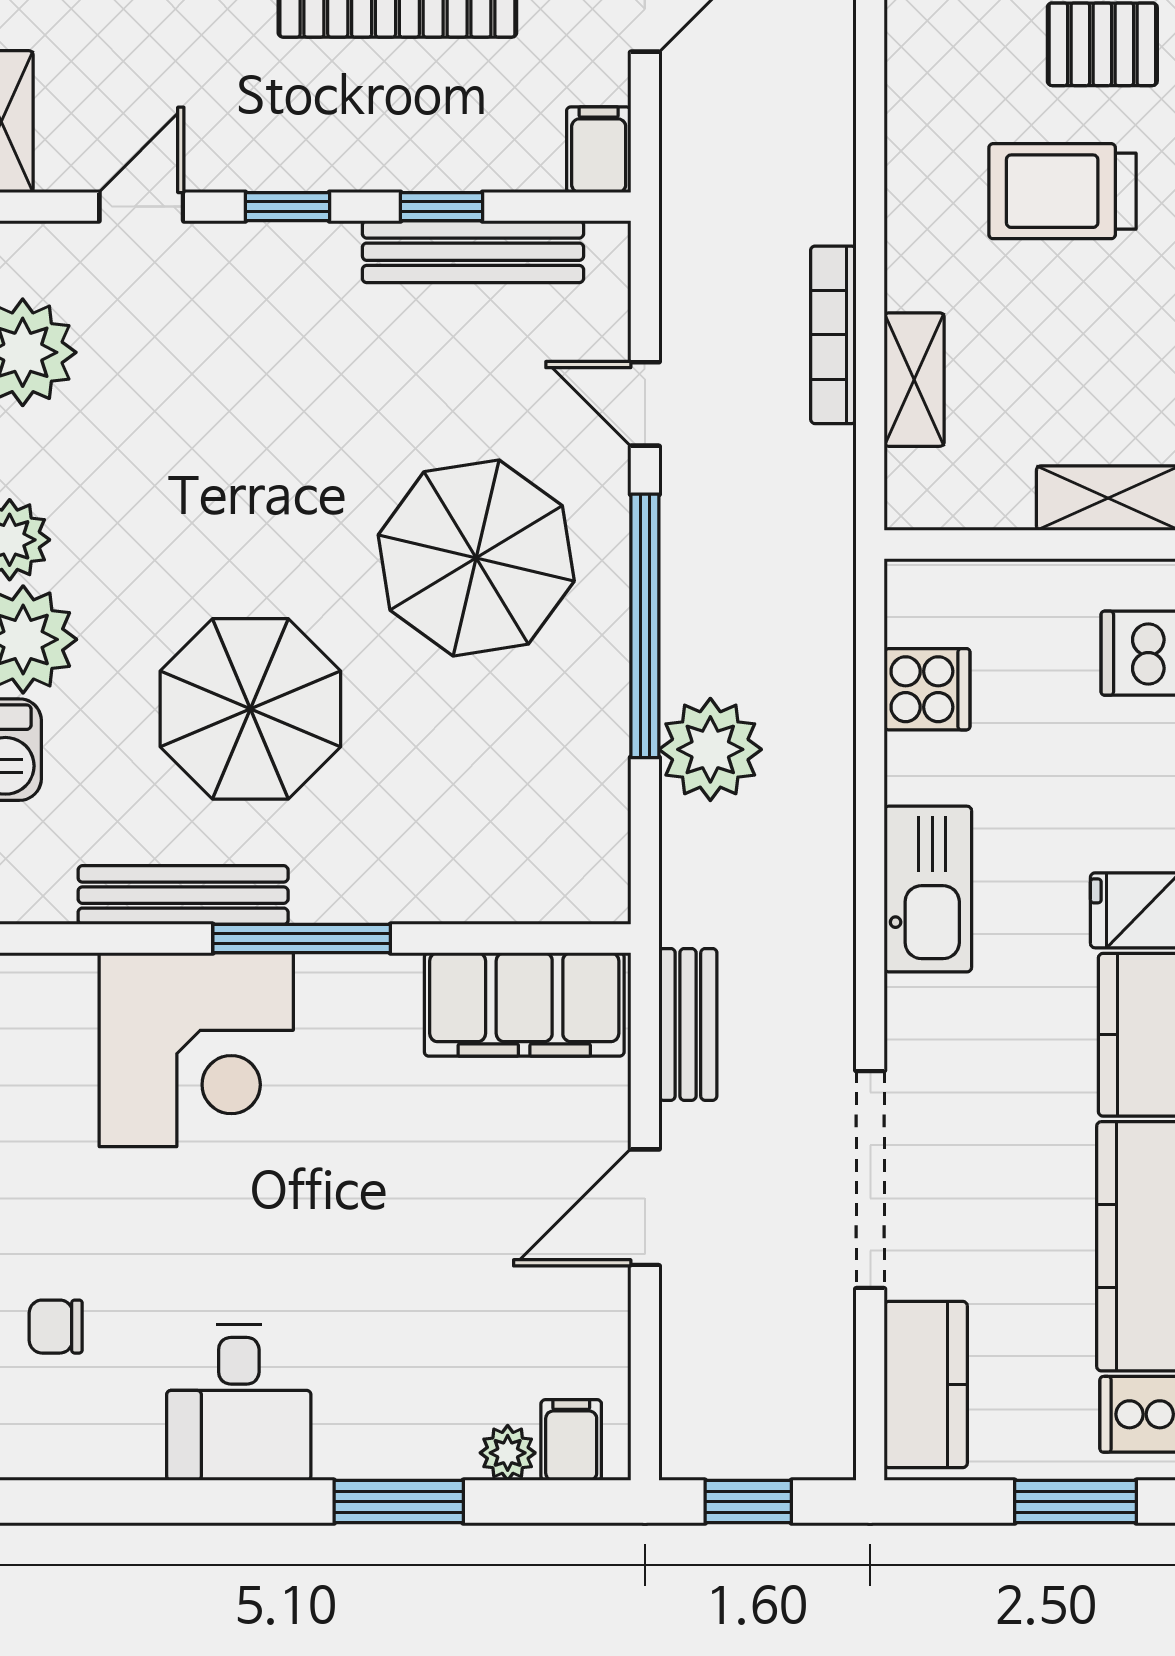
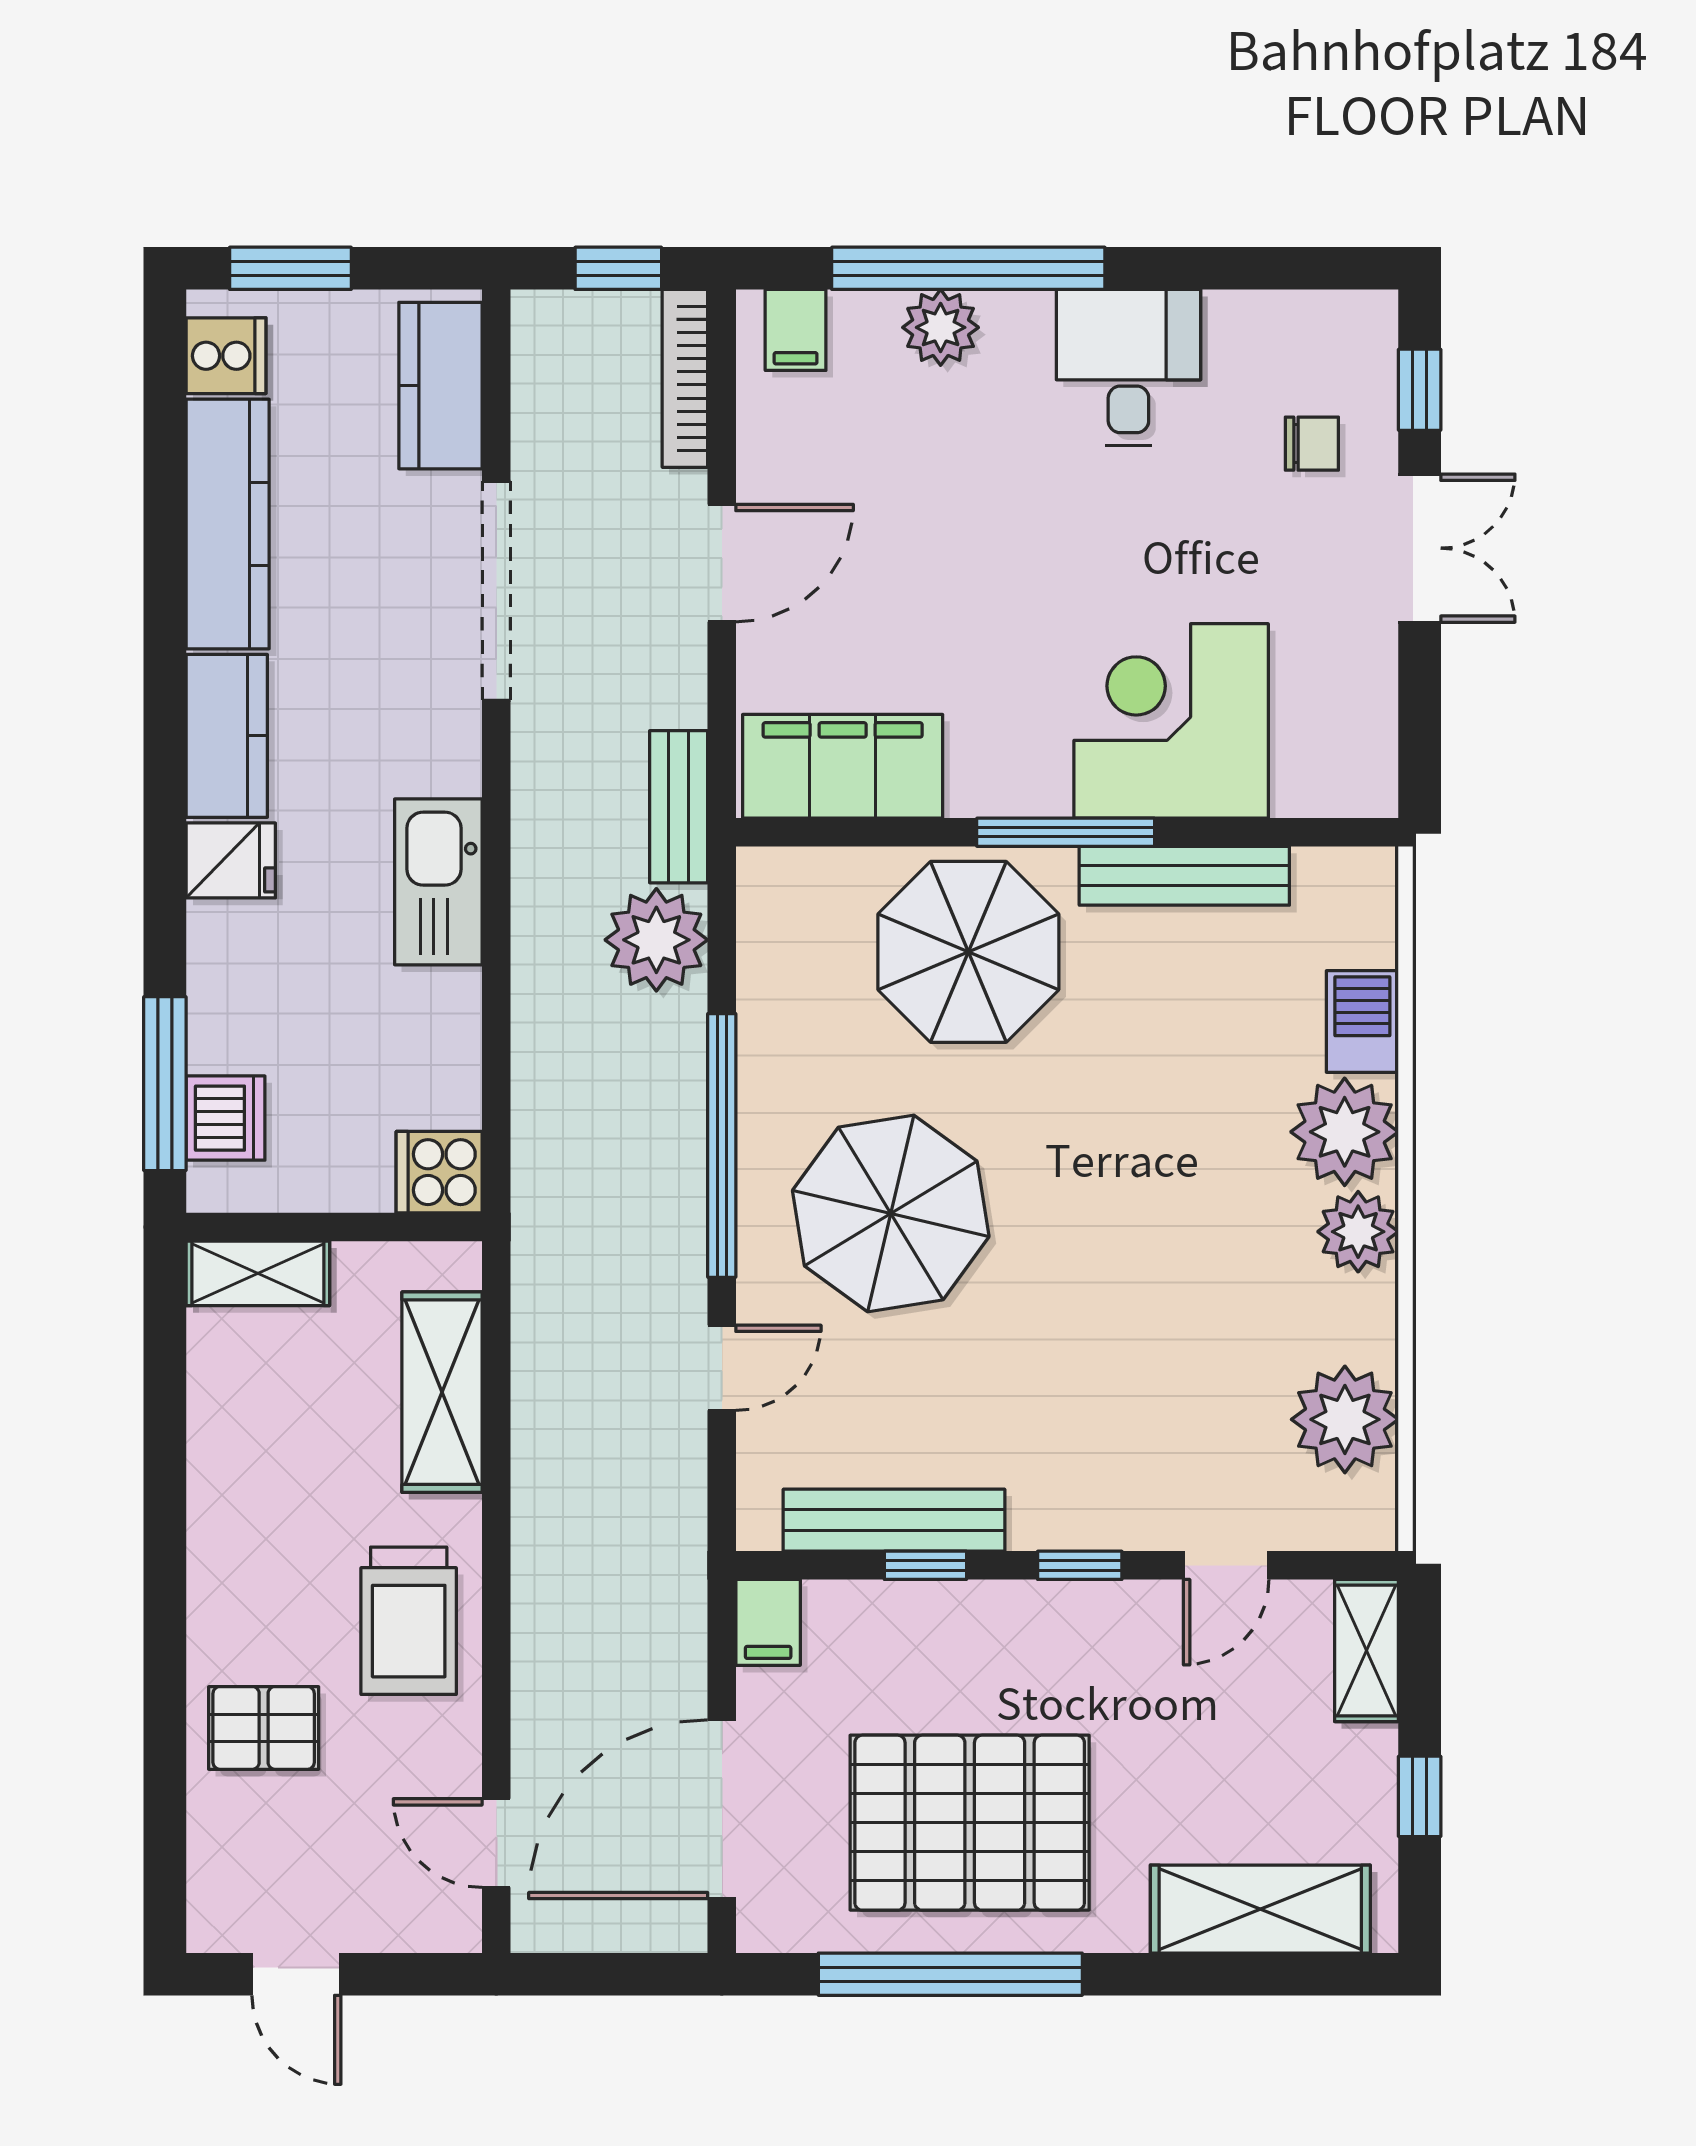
trolley: (1062, 191) -> (409, 1621), moved, turned 90
bookcase: (833, 335) -> (685, 378), moved, turned 180
shelving: (914, 380) -> (442, 1392), width x1.50, depth x1.33
door: (645, 404) -> (722, 1368), hinge flipped
cooker: (927, 689) -> (439, 1172), moved
parasol: (250, 709) -> (968, 952), moved
plant: (710, 749) -> (656, 940), moved
bench: (688, 1024) -> (679, 807), moved
plant: (508, 1453) -> (941, 327), moved, width x1.38, depth x1.38
window: (399, 1502) -> (968, 268), width x2.11

